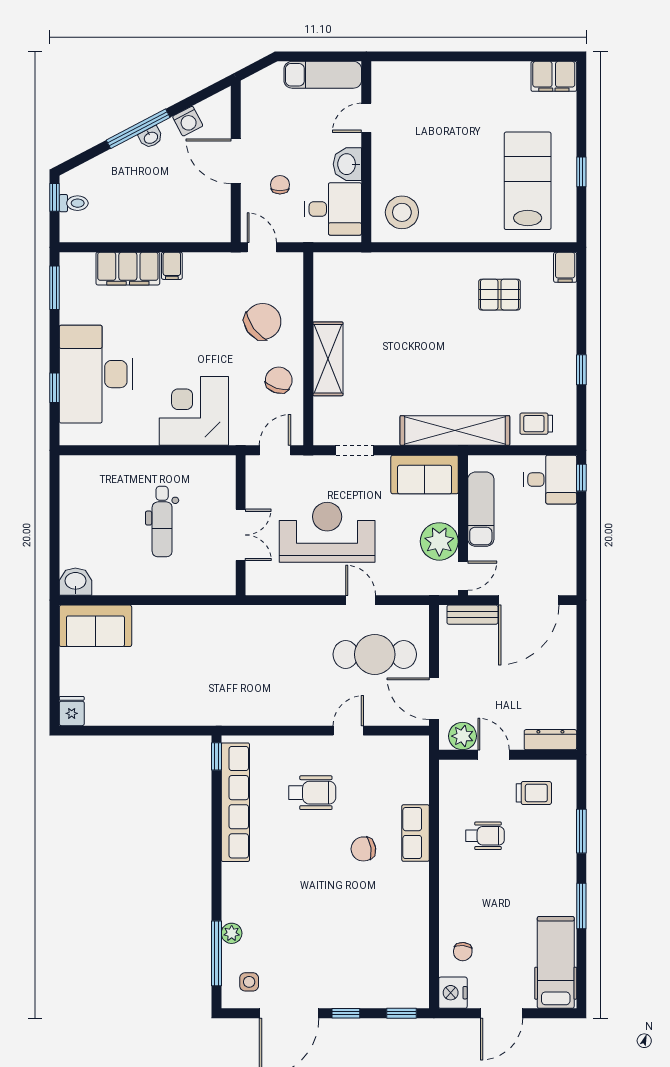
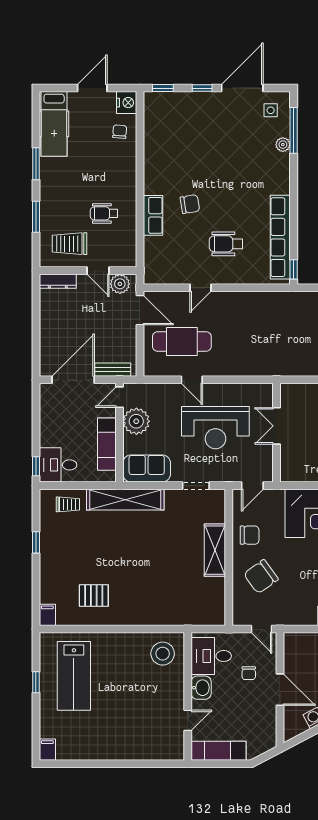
filing cabinet: (554, 76) -> (47, 750), width x0.50
chair: (279, 380) -> (250, 535), turned -108
trolley: (534, 793) -> (69, 244), width x1.36, depth x1.39

